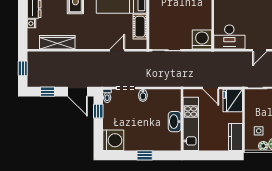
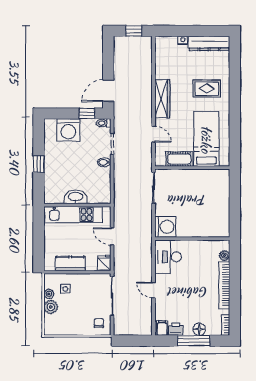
wardrobe: (57, 42) -> (162, 99), moved
door: (211, 88) -> (112, 236), hinge flipped
window: (48, 92) -> (108, 58), removed
fridge: (233, 101) -> (104, 263), width x0.53, depth x0.75
kitchen counter: (235, 137) -> (70, 263), moved
washing machine: (113, 140) -> (68, 130), moved

